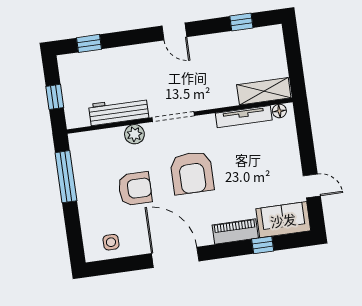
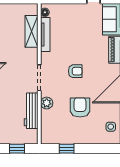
shelving: (264, 91) -> (31, 31), moved
armchair: (192, 173) -> (75, 71), width x0.53, depth x0.53
window: (66, 177) -> (67, 149), width x0.46

